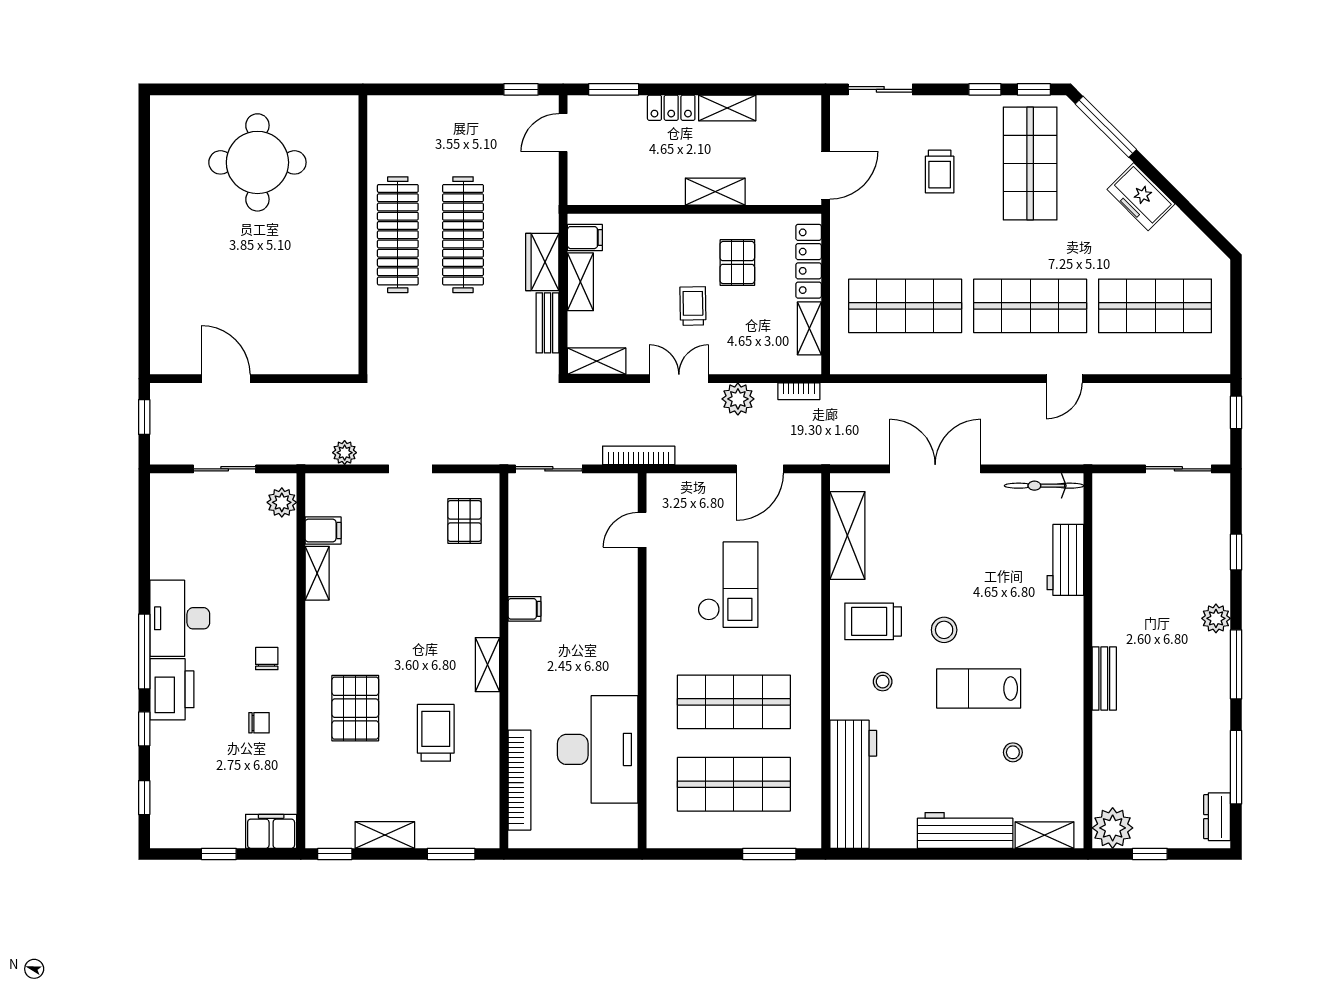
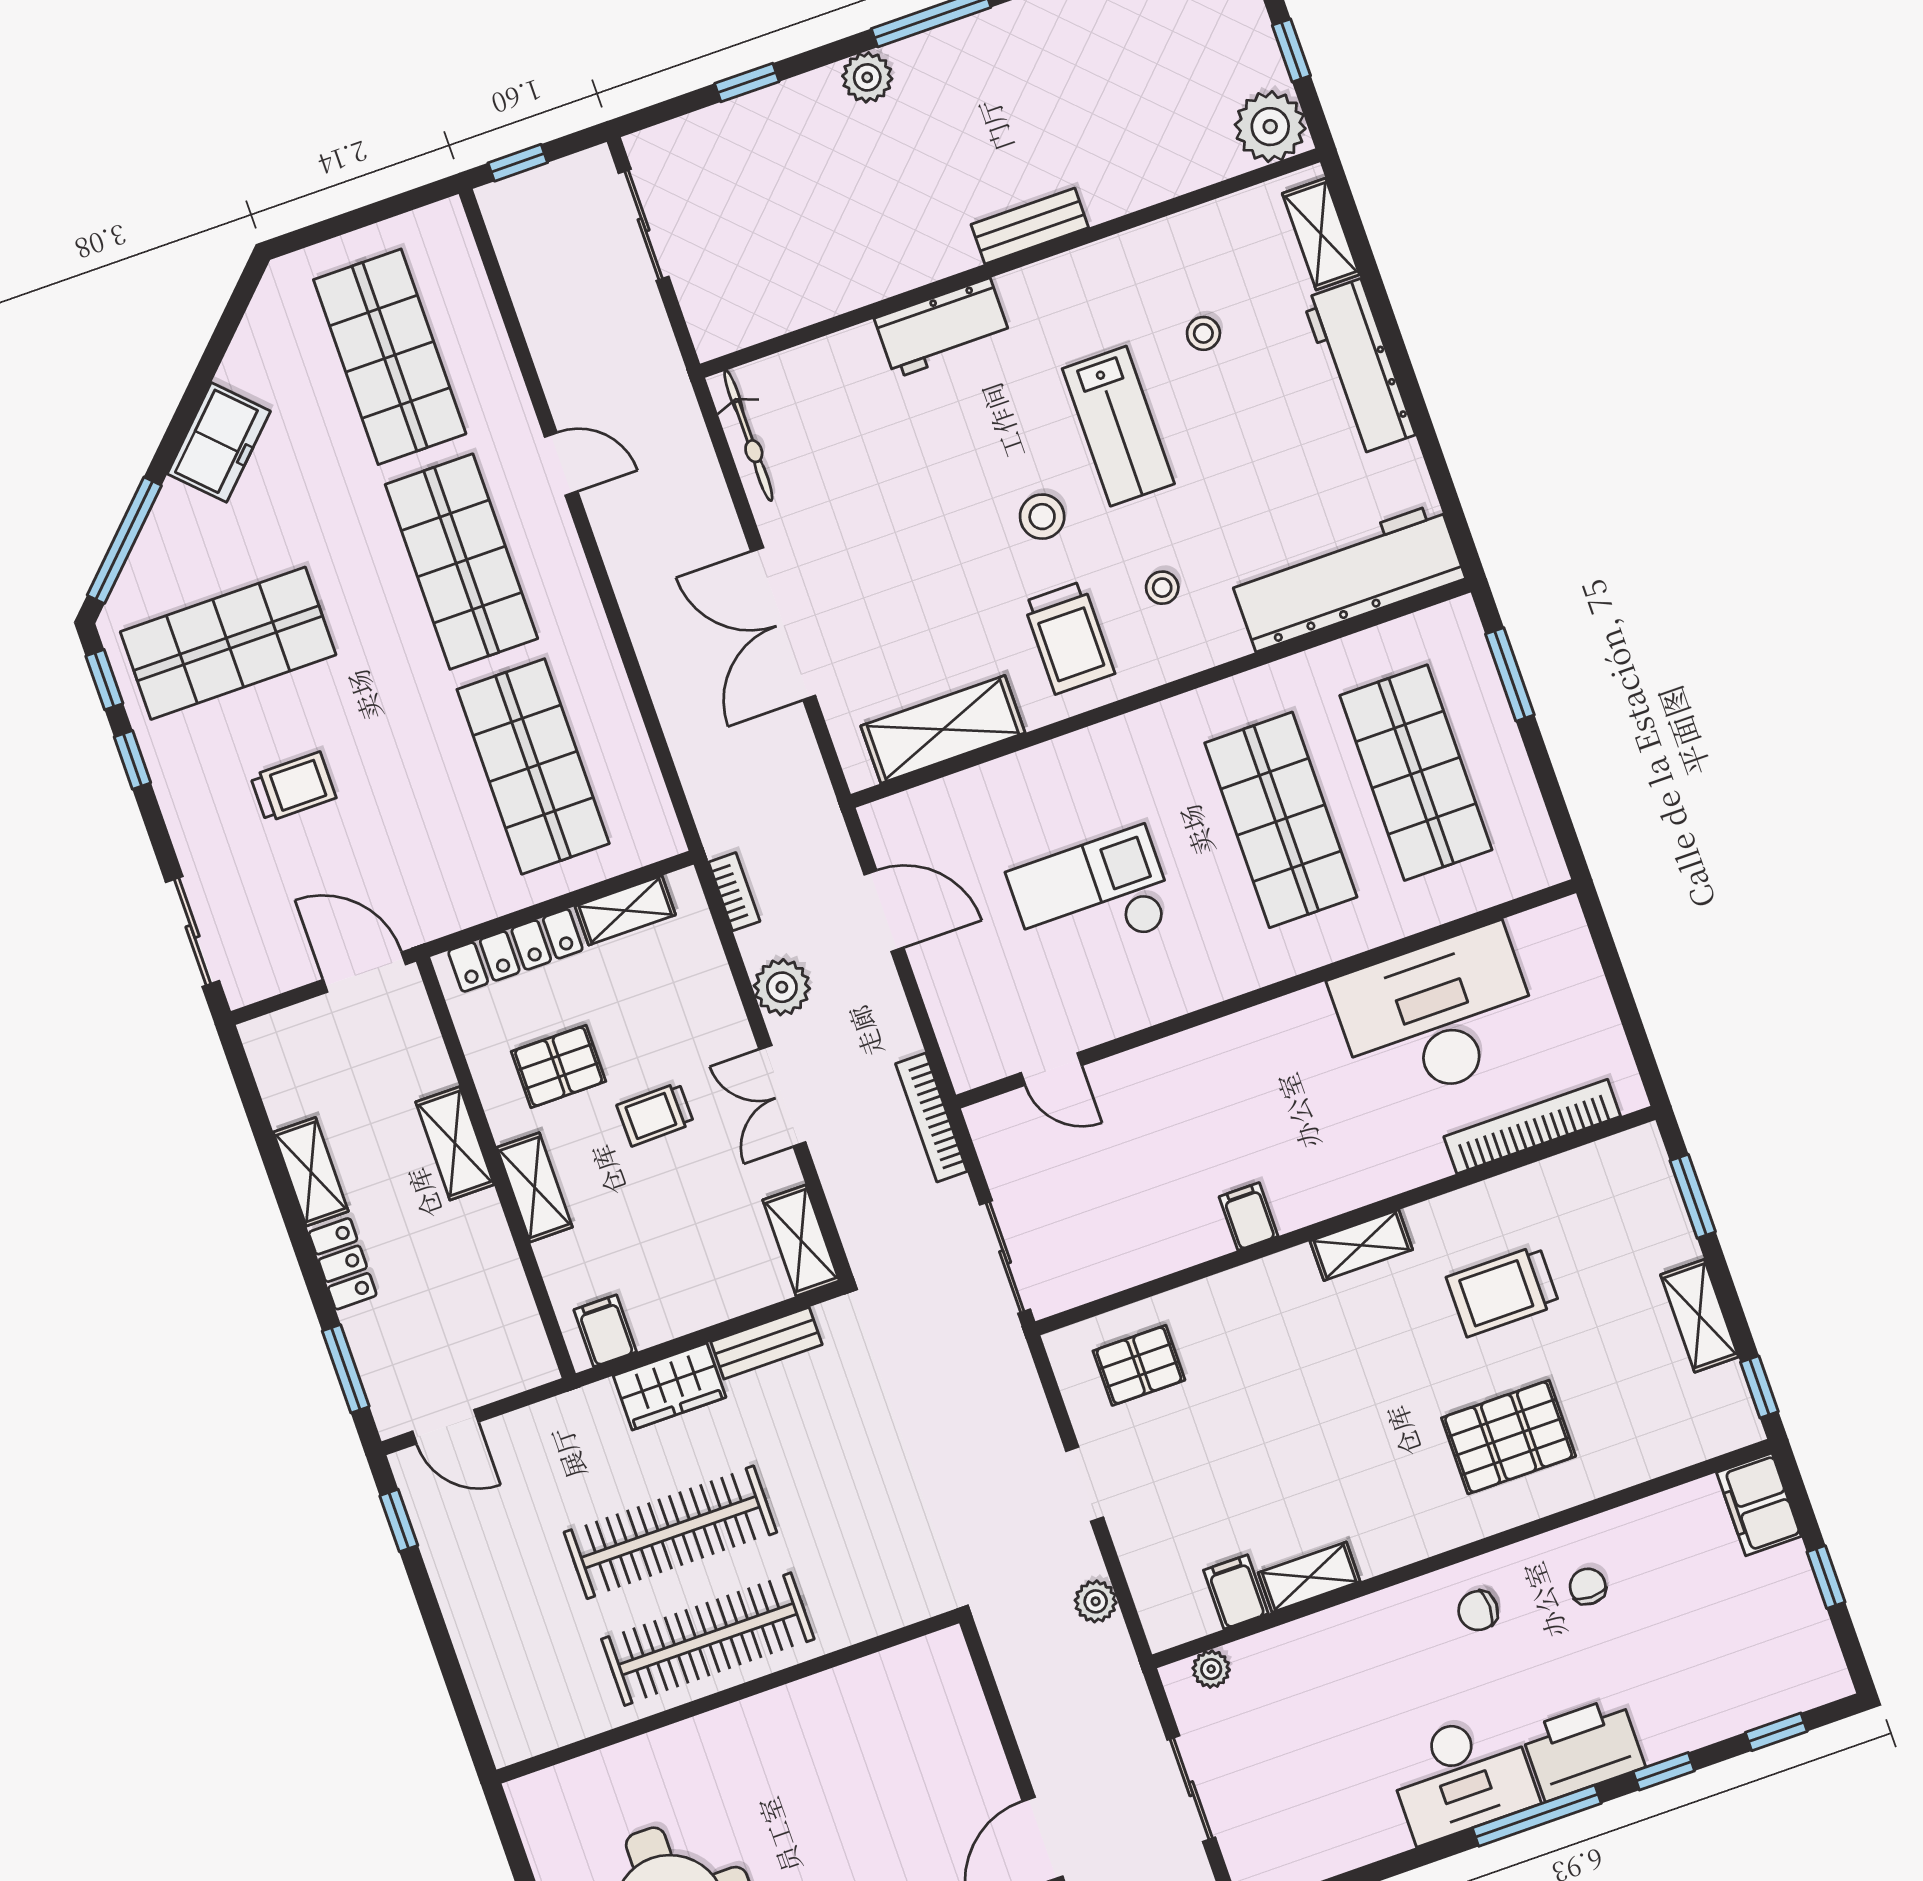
shelving: (580, 282) -> (535, 1187), moved, turned 90
plant: (282, 502) -> (1211, 1669), width x0.73, depth x0.73
workbench: (1065, 560) -> (943, 328), moved

